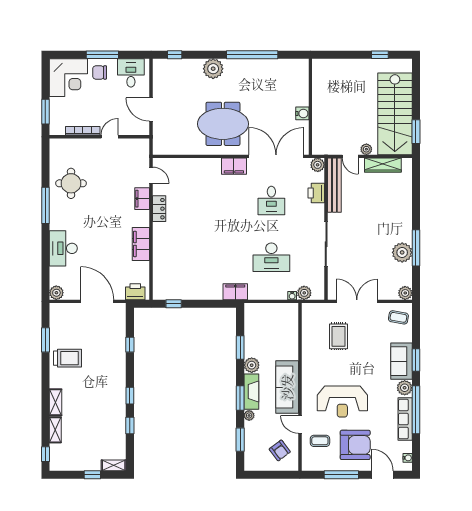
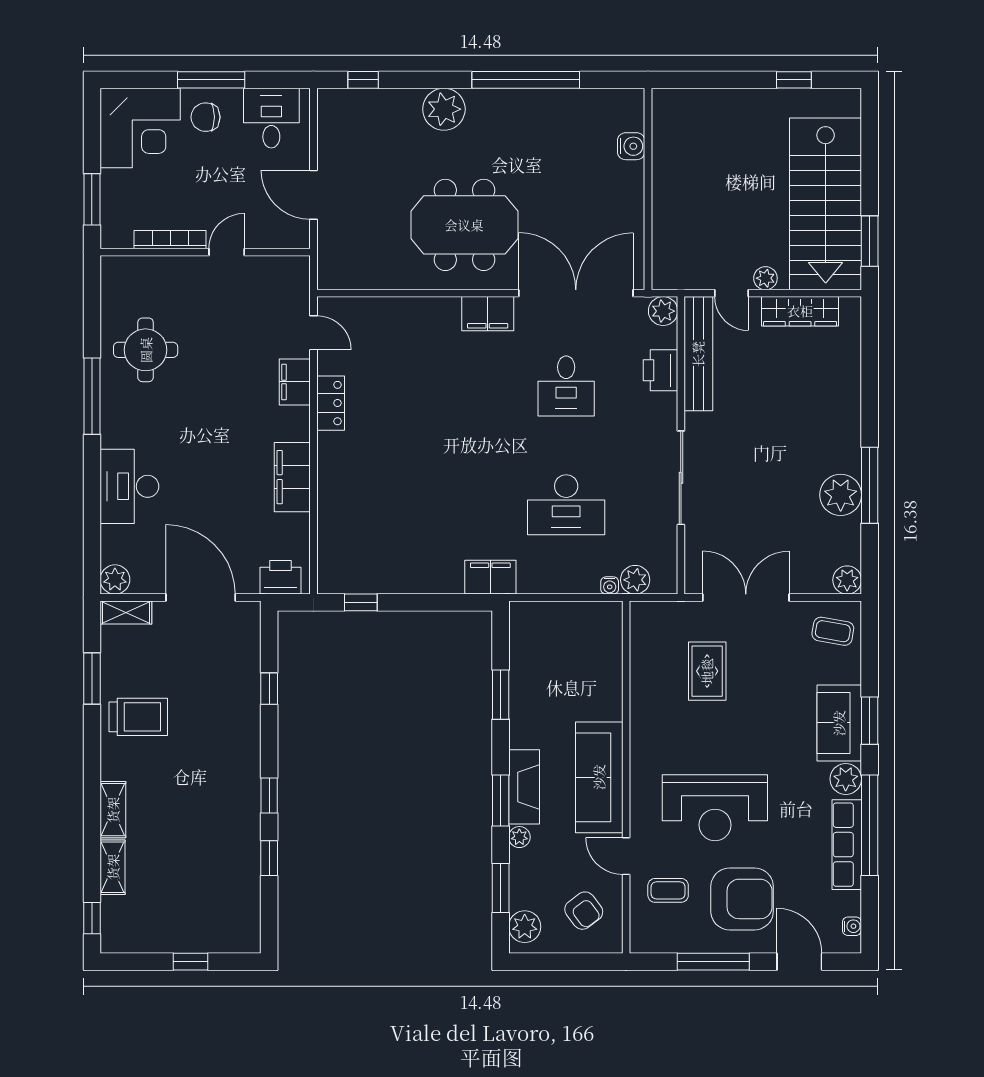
water cooler: (302, 113) -> (631, 146), moved
plant: (252, 365) -> (525, 927), moved
shelving: (114, 465) -> (126, 612), moved

